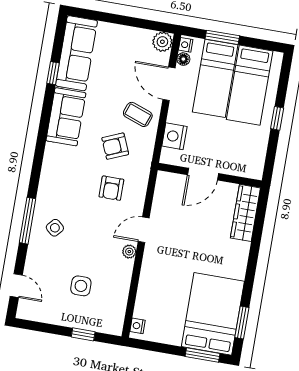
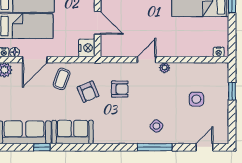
nightstand: (174, 136) -> (87, 48), moved, turned -90
door: (144, 230) -> (147, 60), swing flipped

